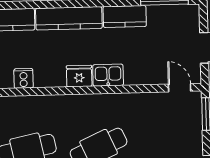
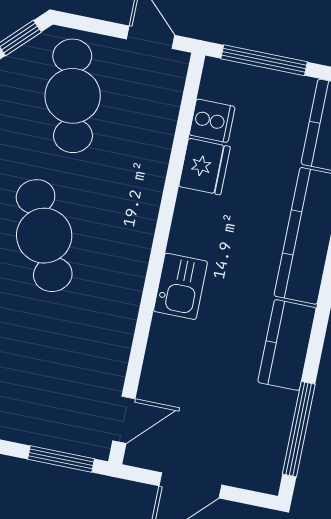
fridge: (79, 76) -> (205, 167), moved

